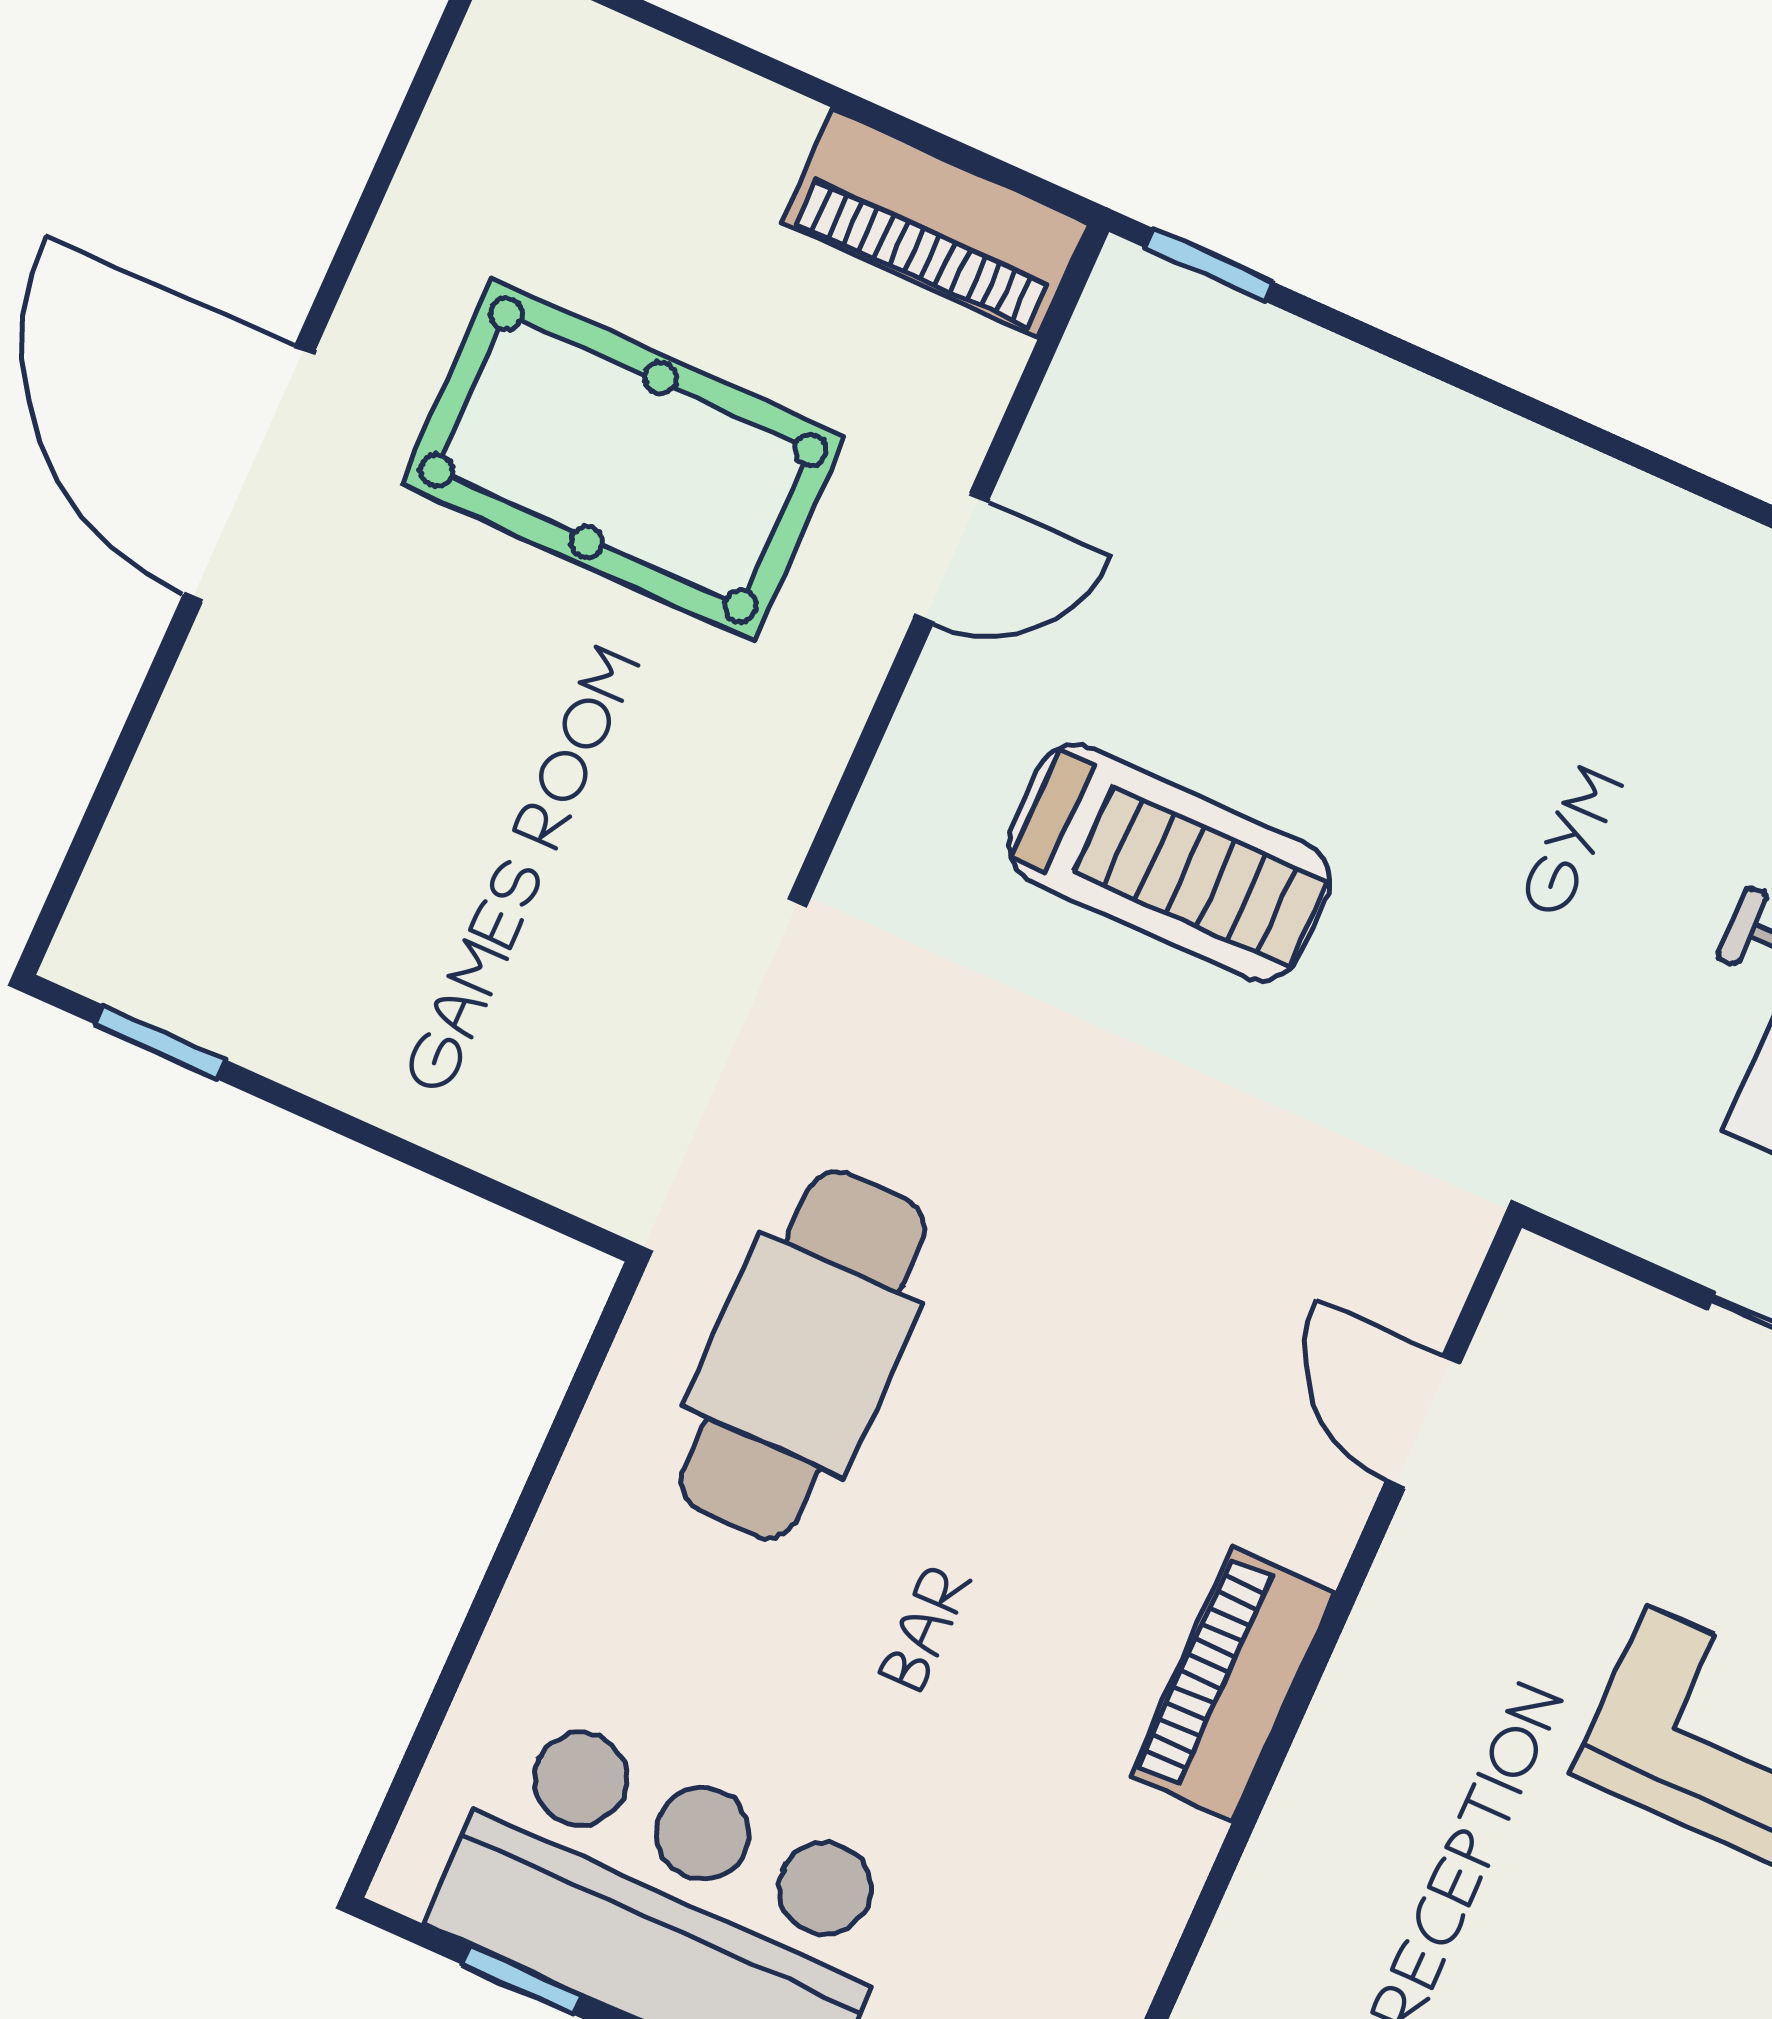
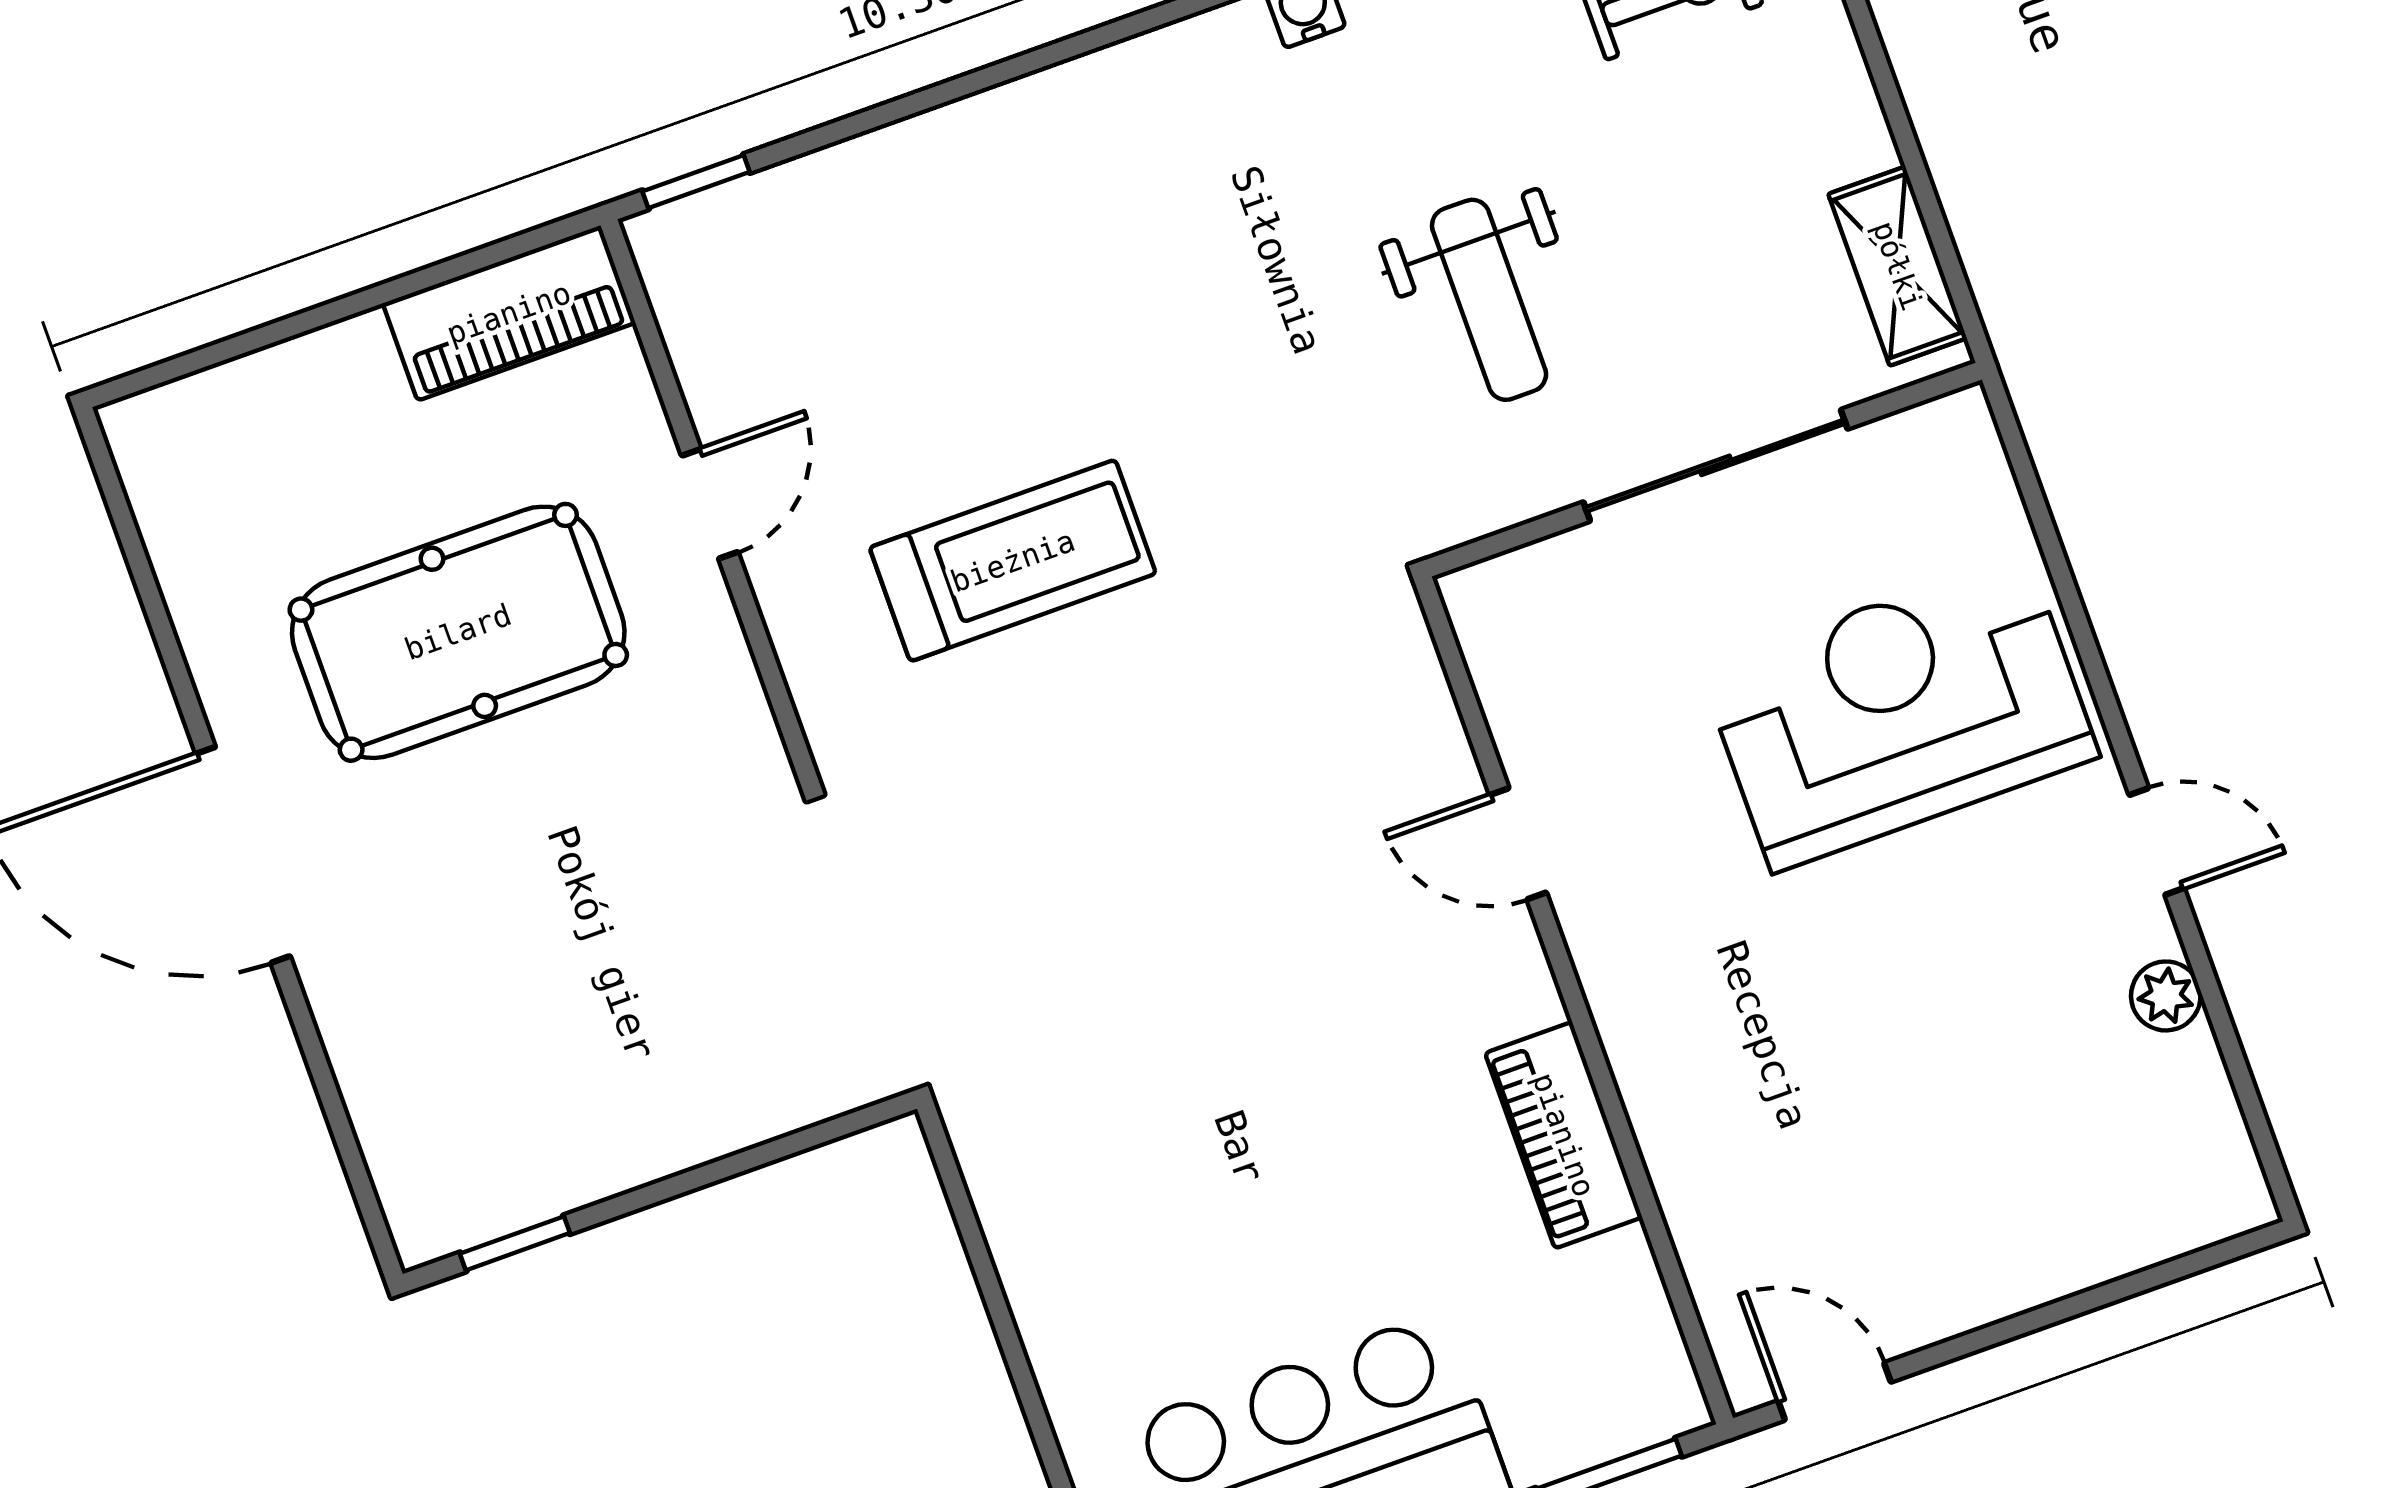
cafe table: (803, 1355) -> (1076, 1063), removed
door: (1423, 1422) -> (1518, 844), moved
piano: (1232, 1684) -> (1564, 1135), moved

